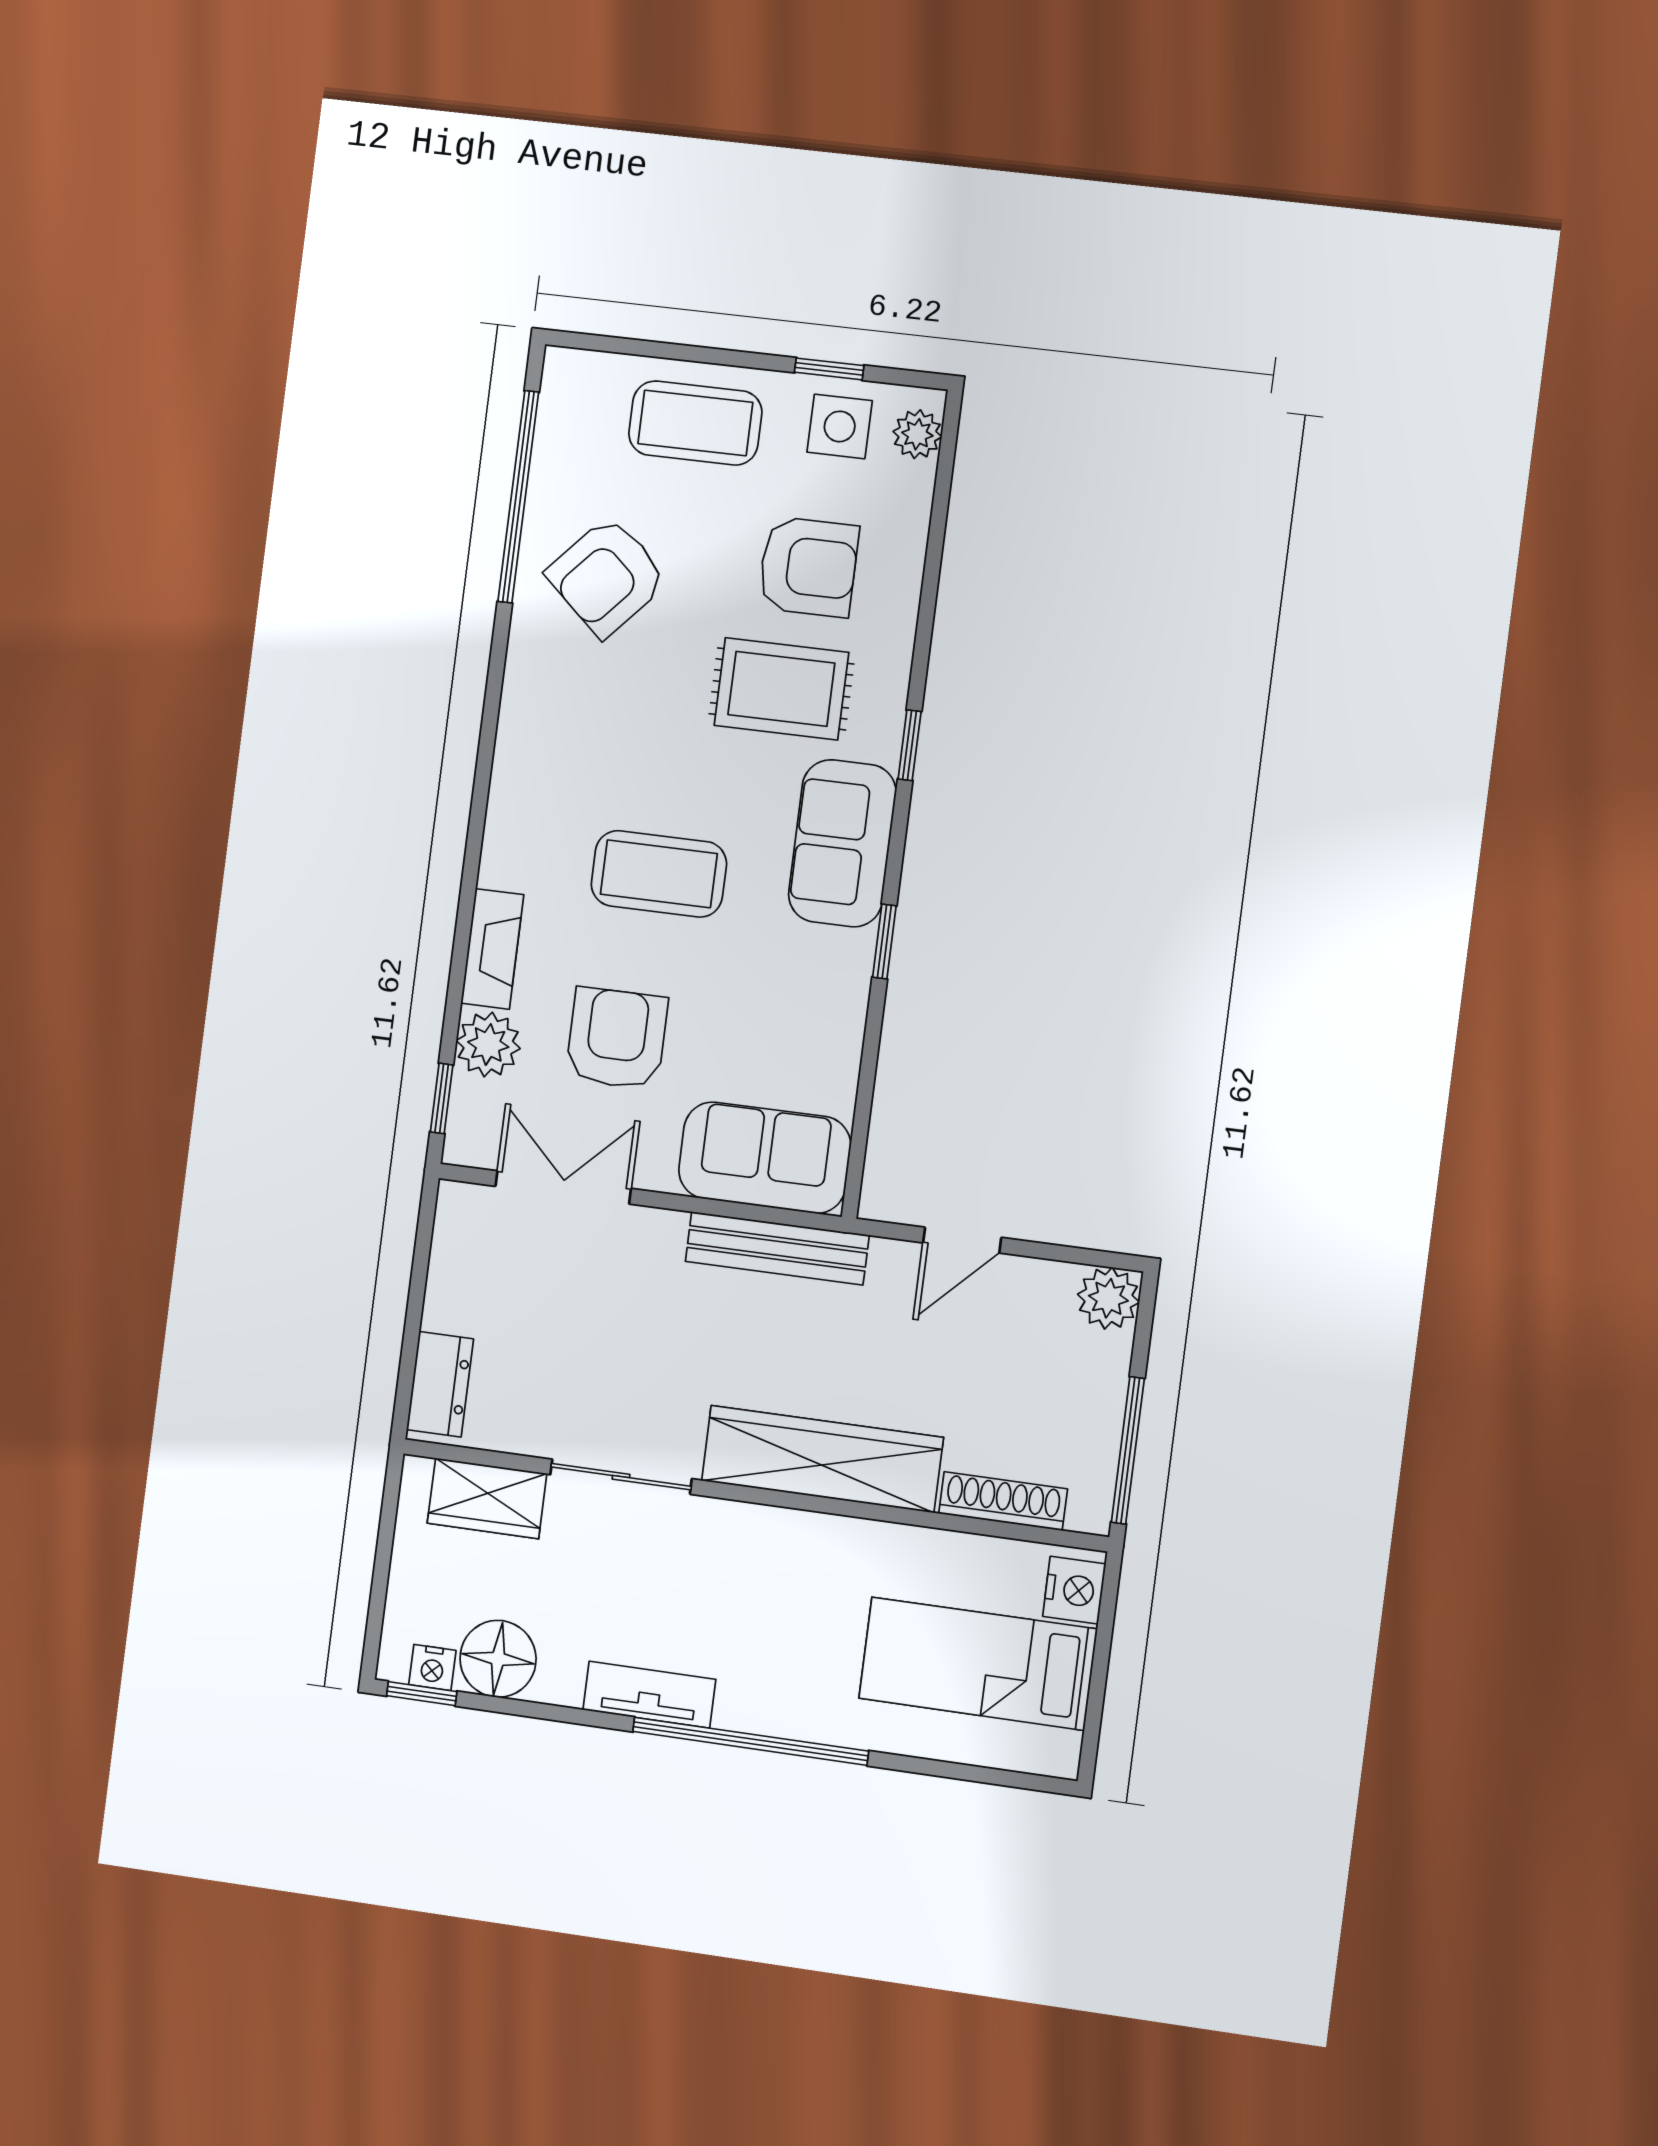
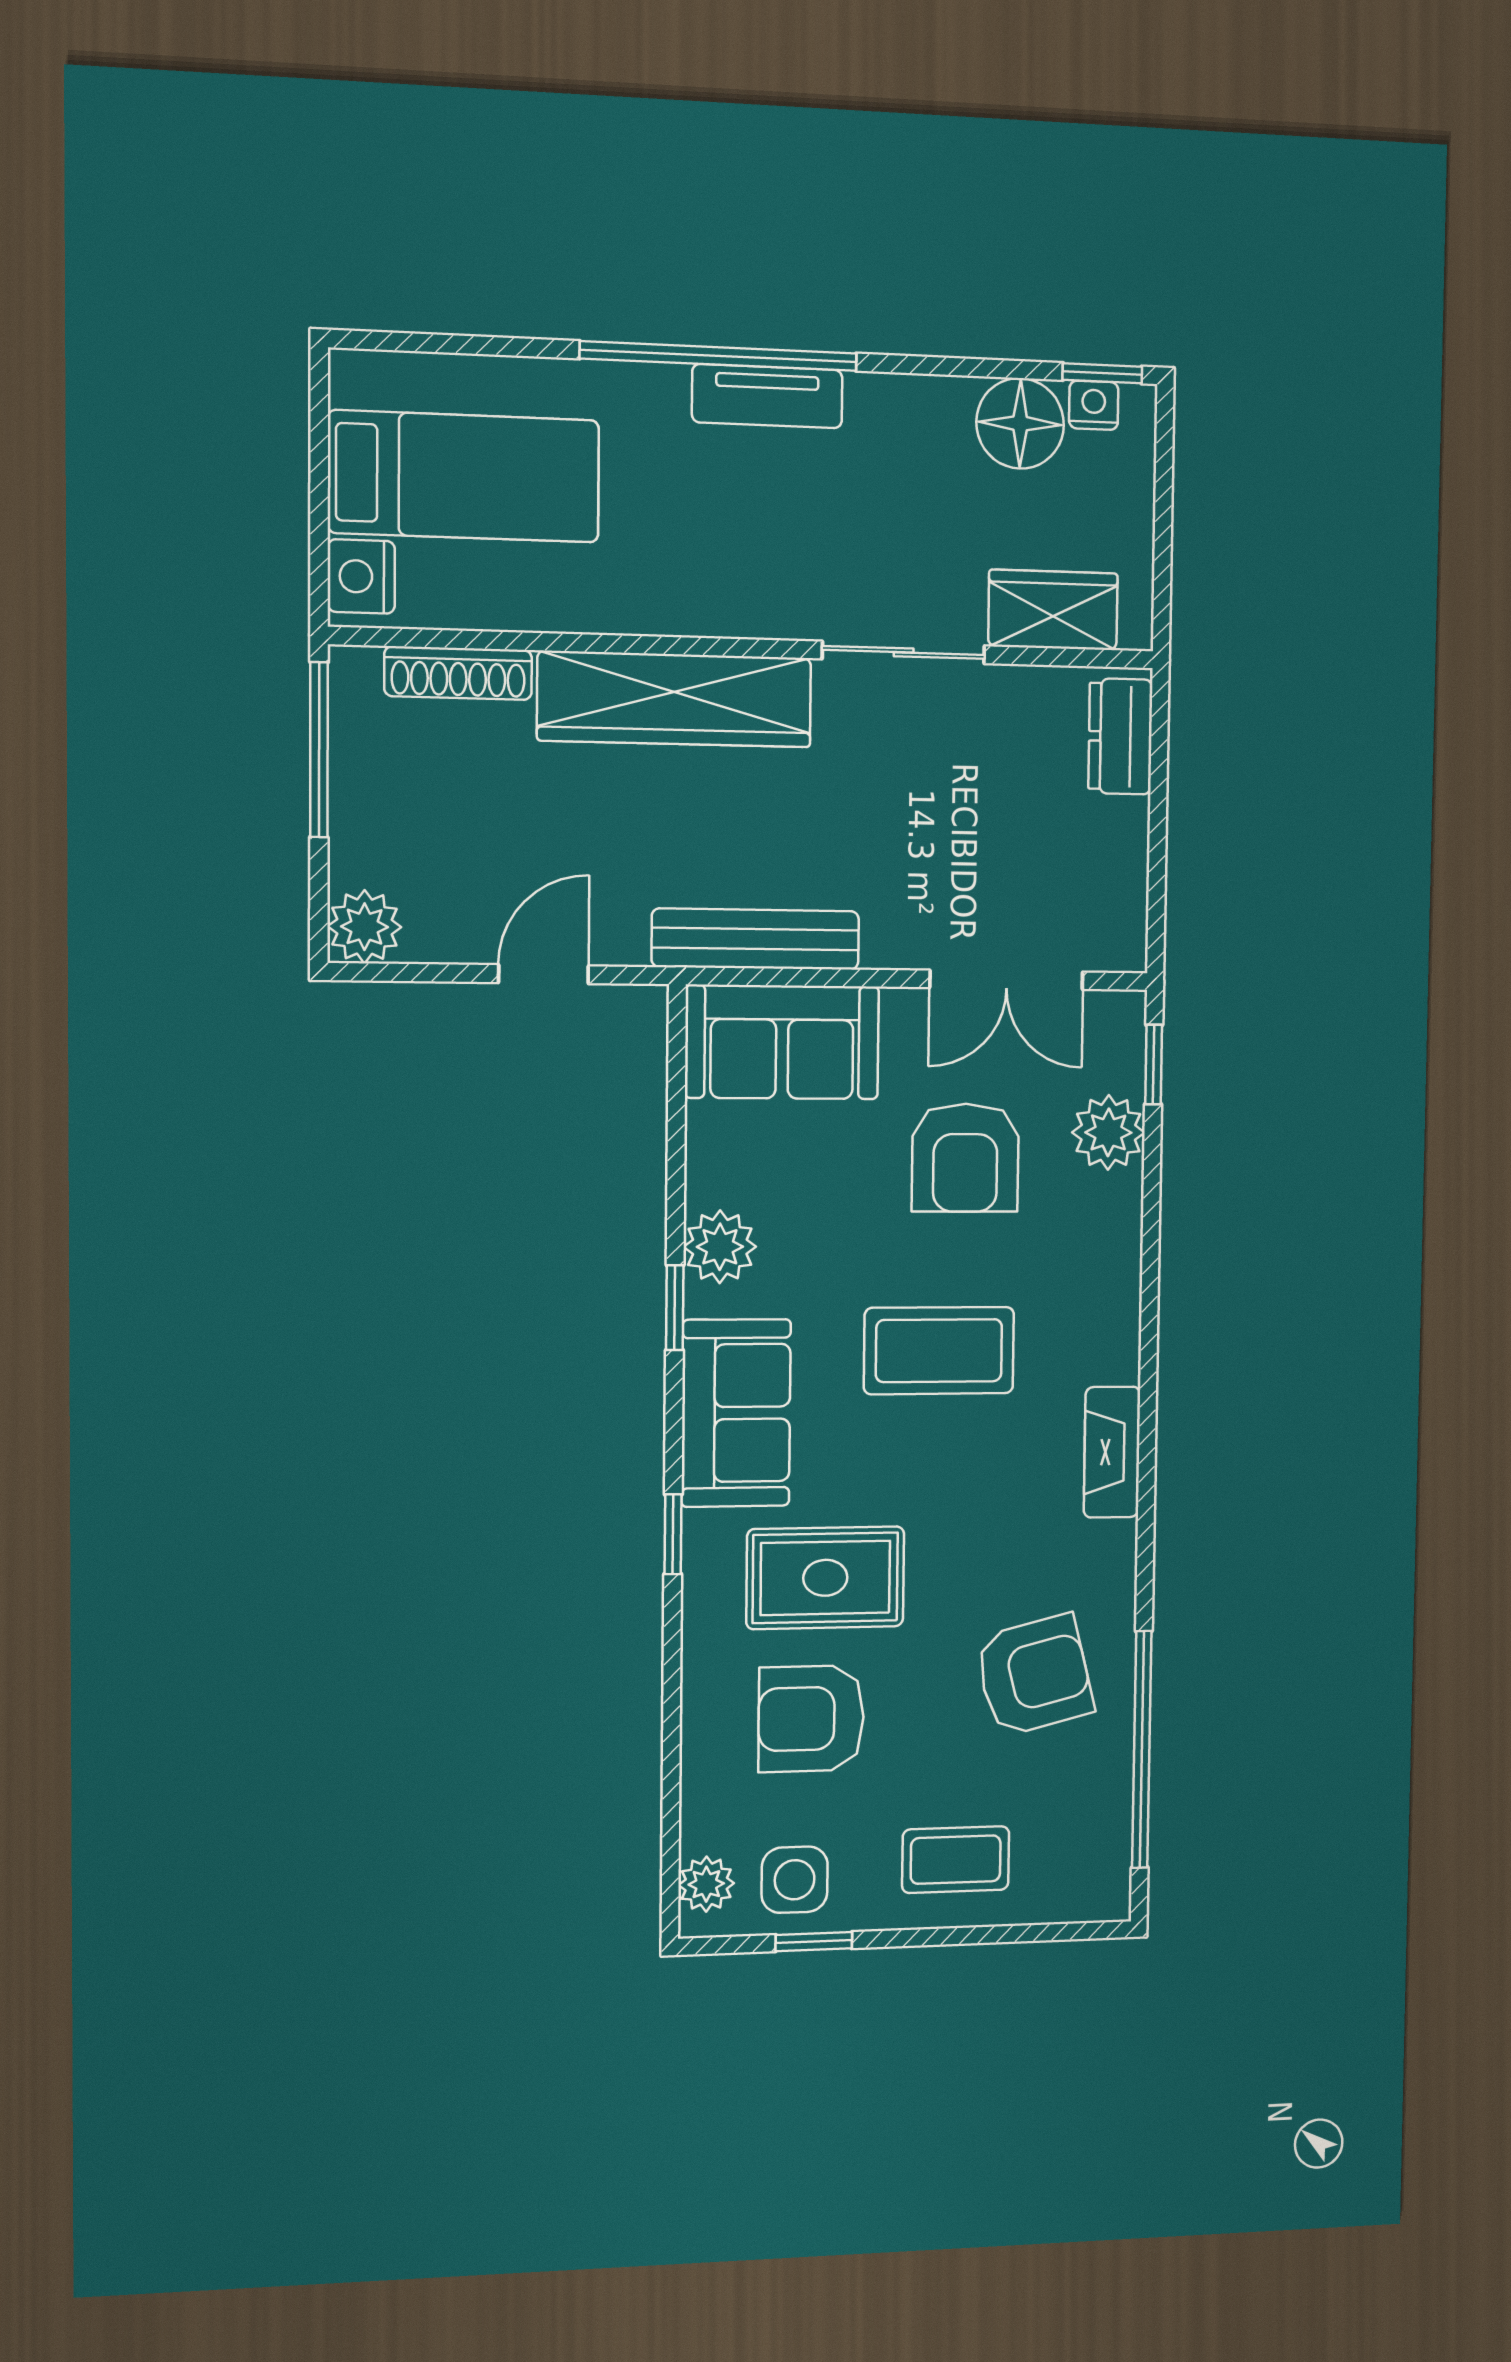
coffee table: (695, 423) -> (956, 1860), width x0.73, depth x0.77
armchair: (607, 577) -> (1034, 1675), turned 34
fireplace: (492, 949) -> (1112, 1452), moved
plant: (839, 989) -> (720, 1247), added
tv unit: (649, 1695) -> (767, 396), moved

